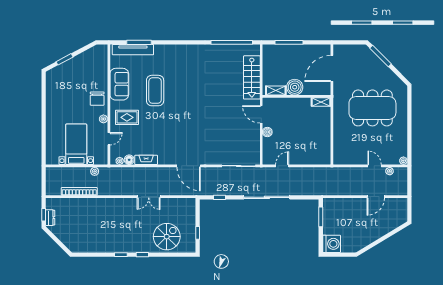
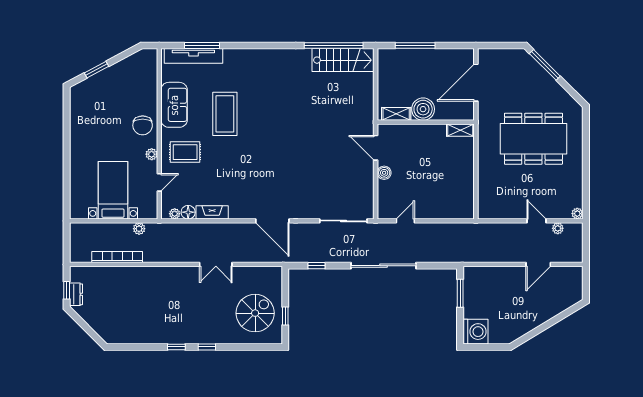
stairs: (252, 77) -> (343, 60), moved, turned -90
spiral stairs: (167, 237) -> (255, 313), moved

